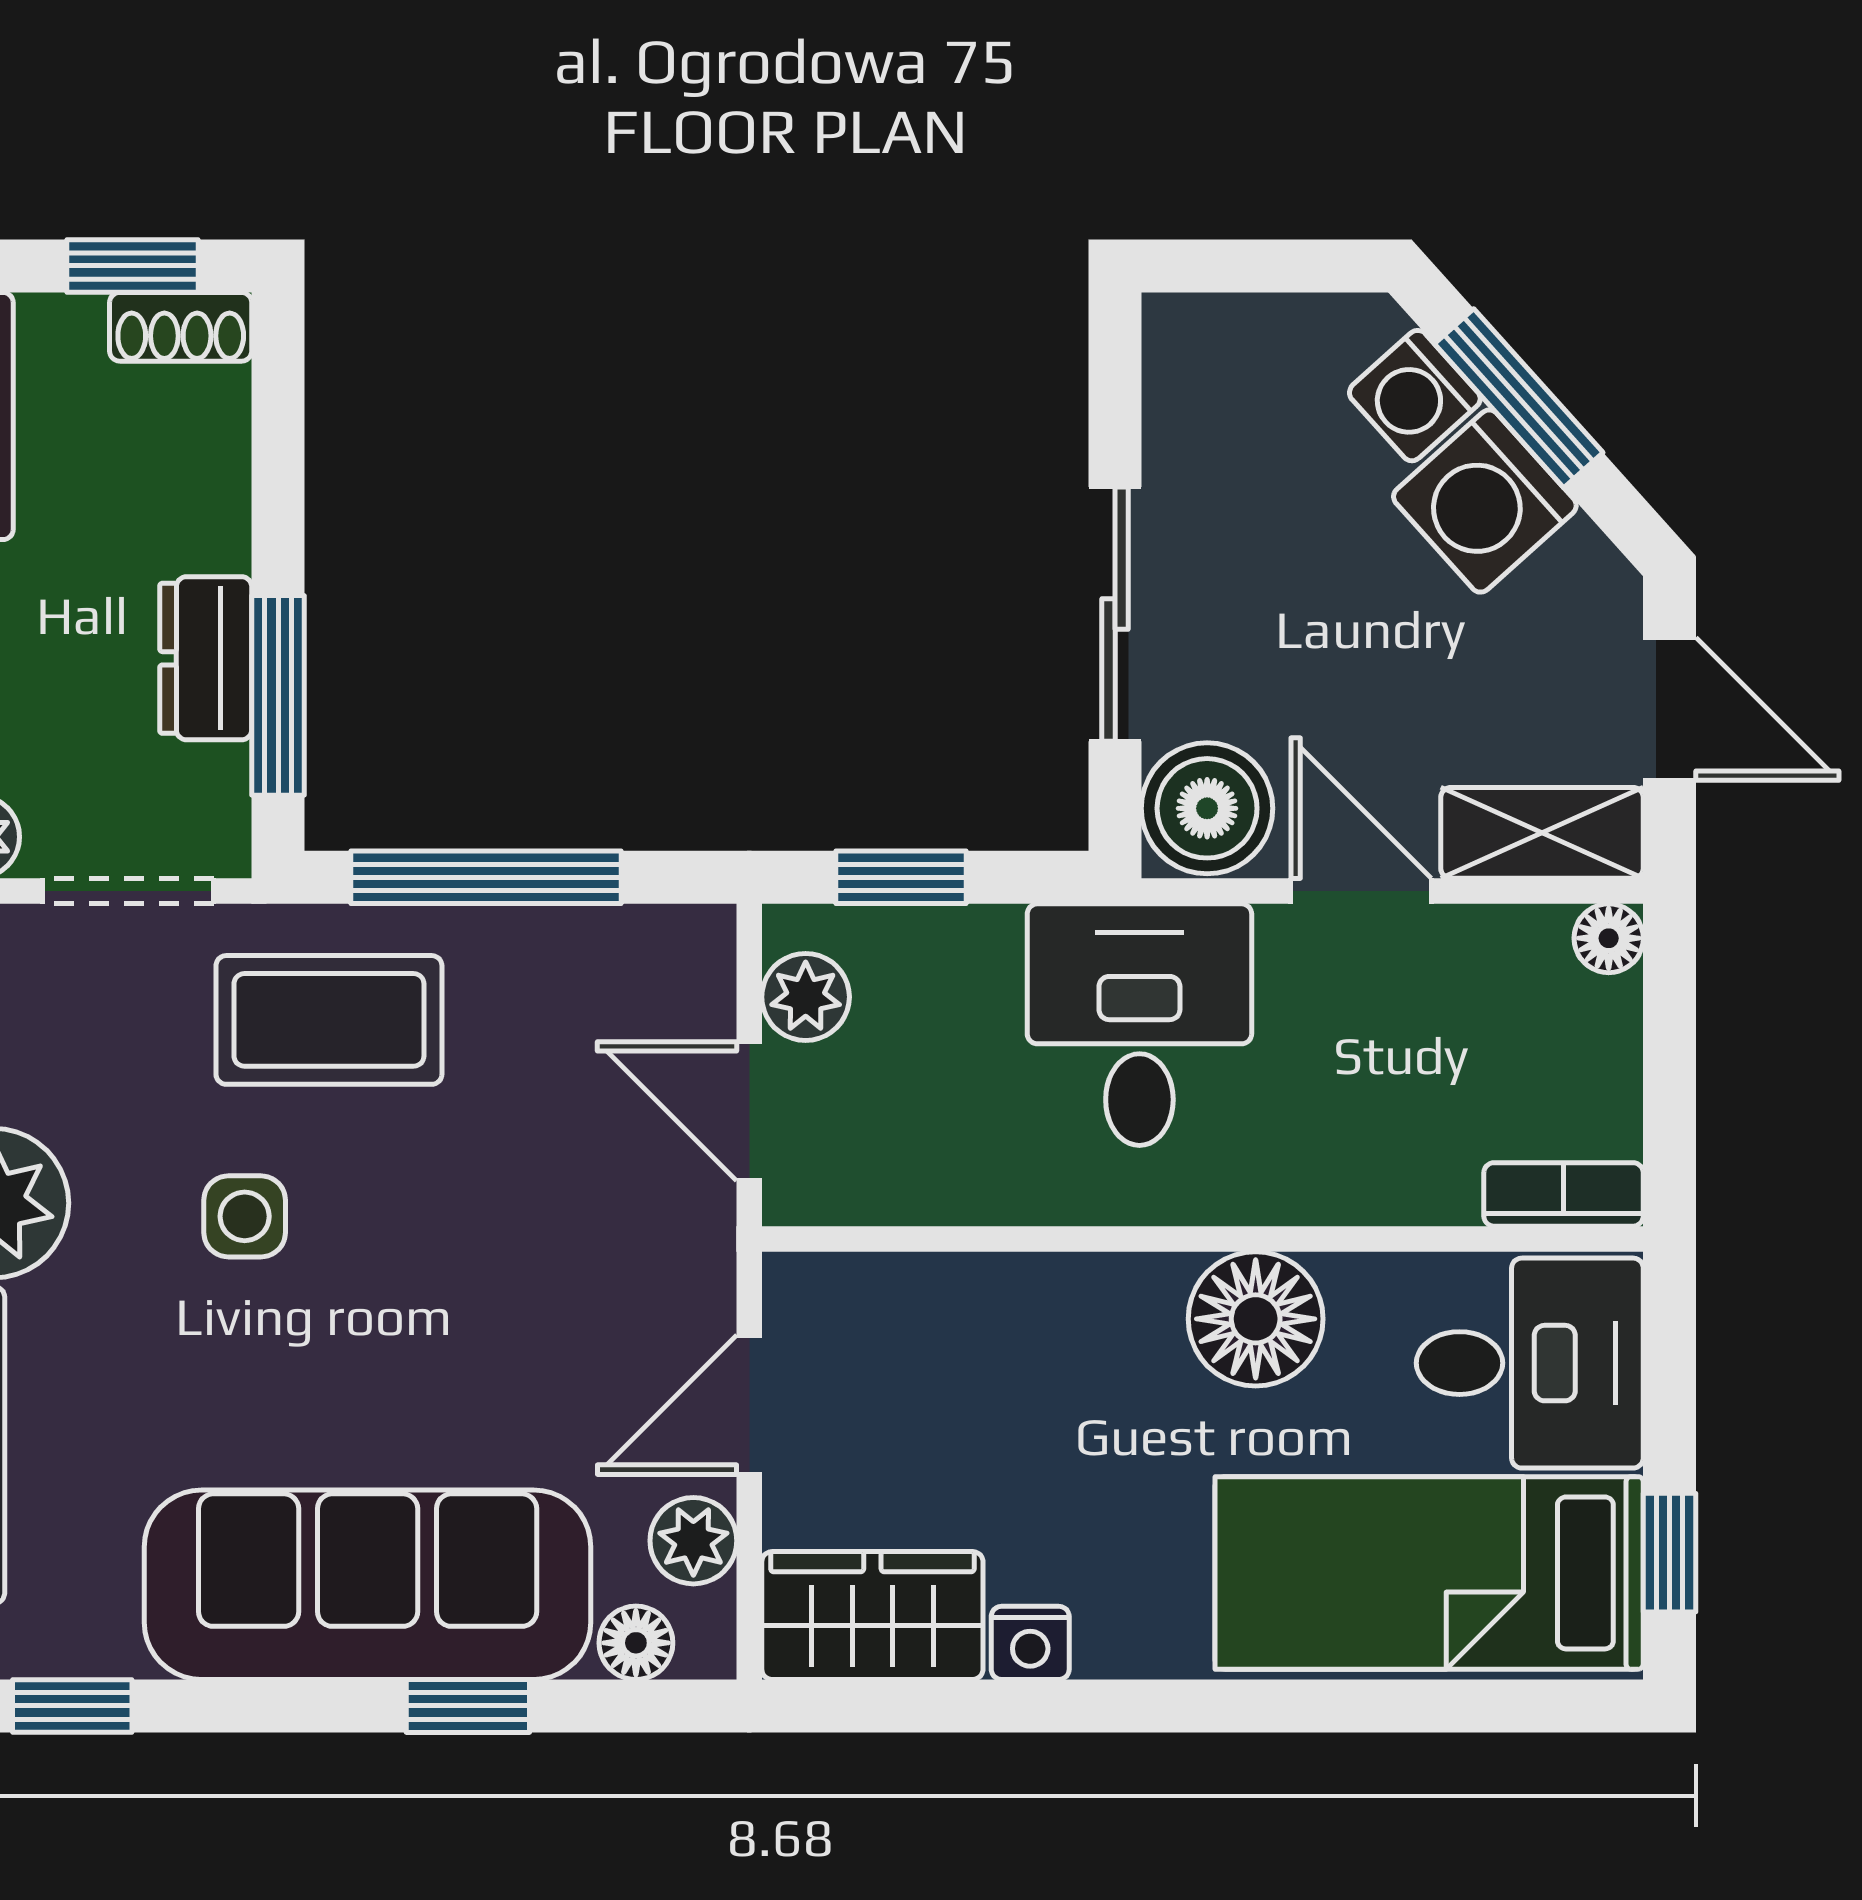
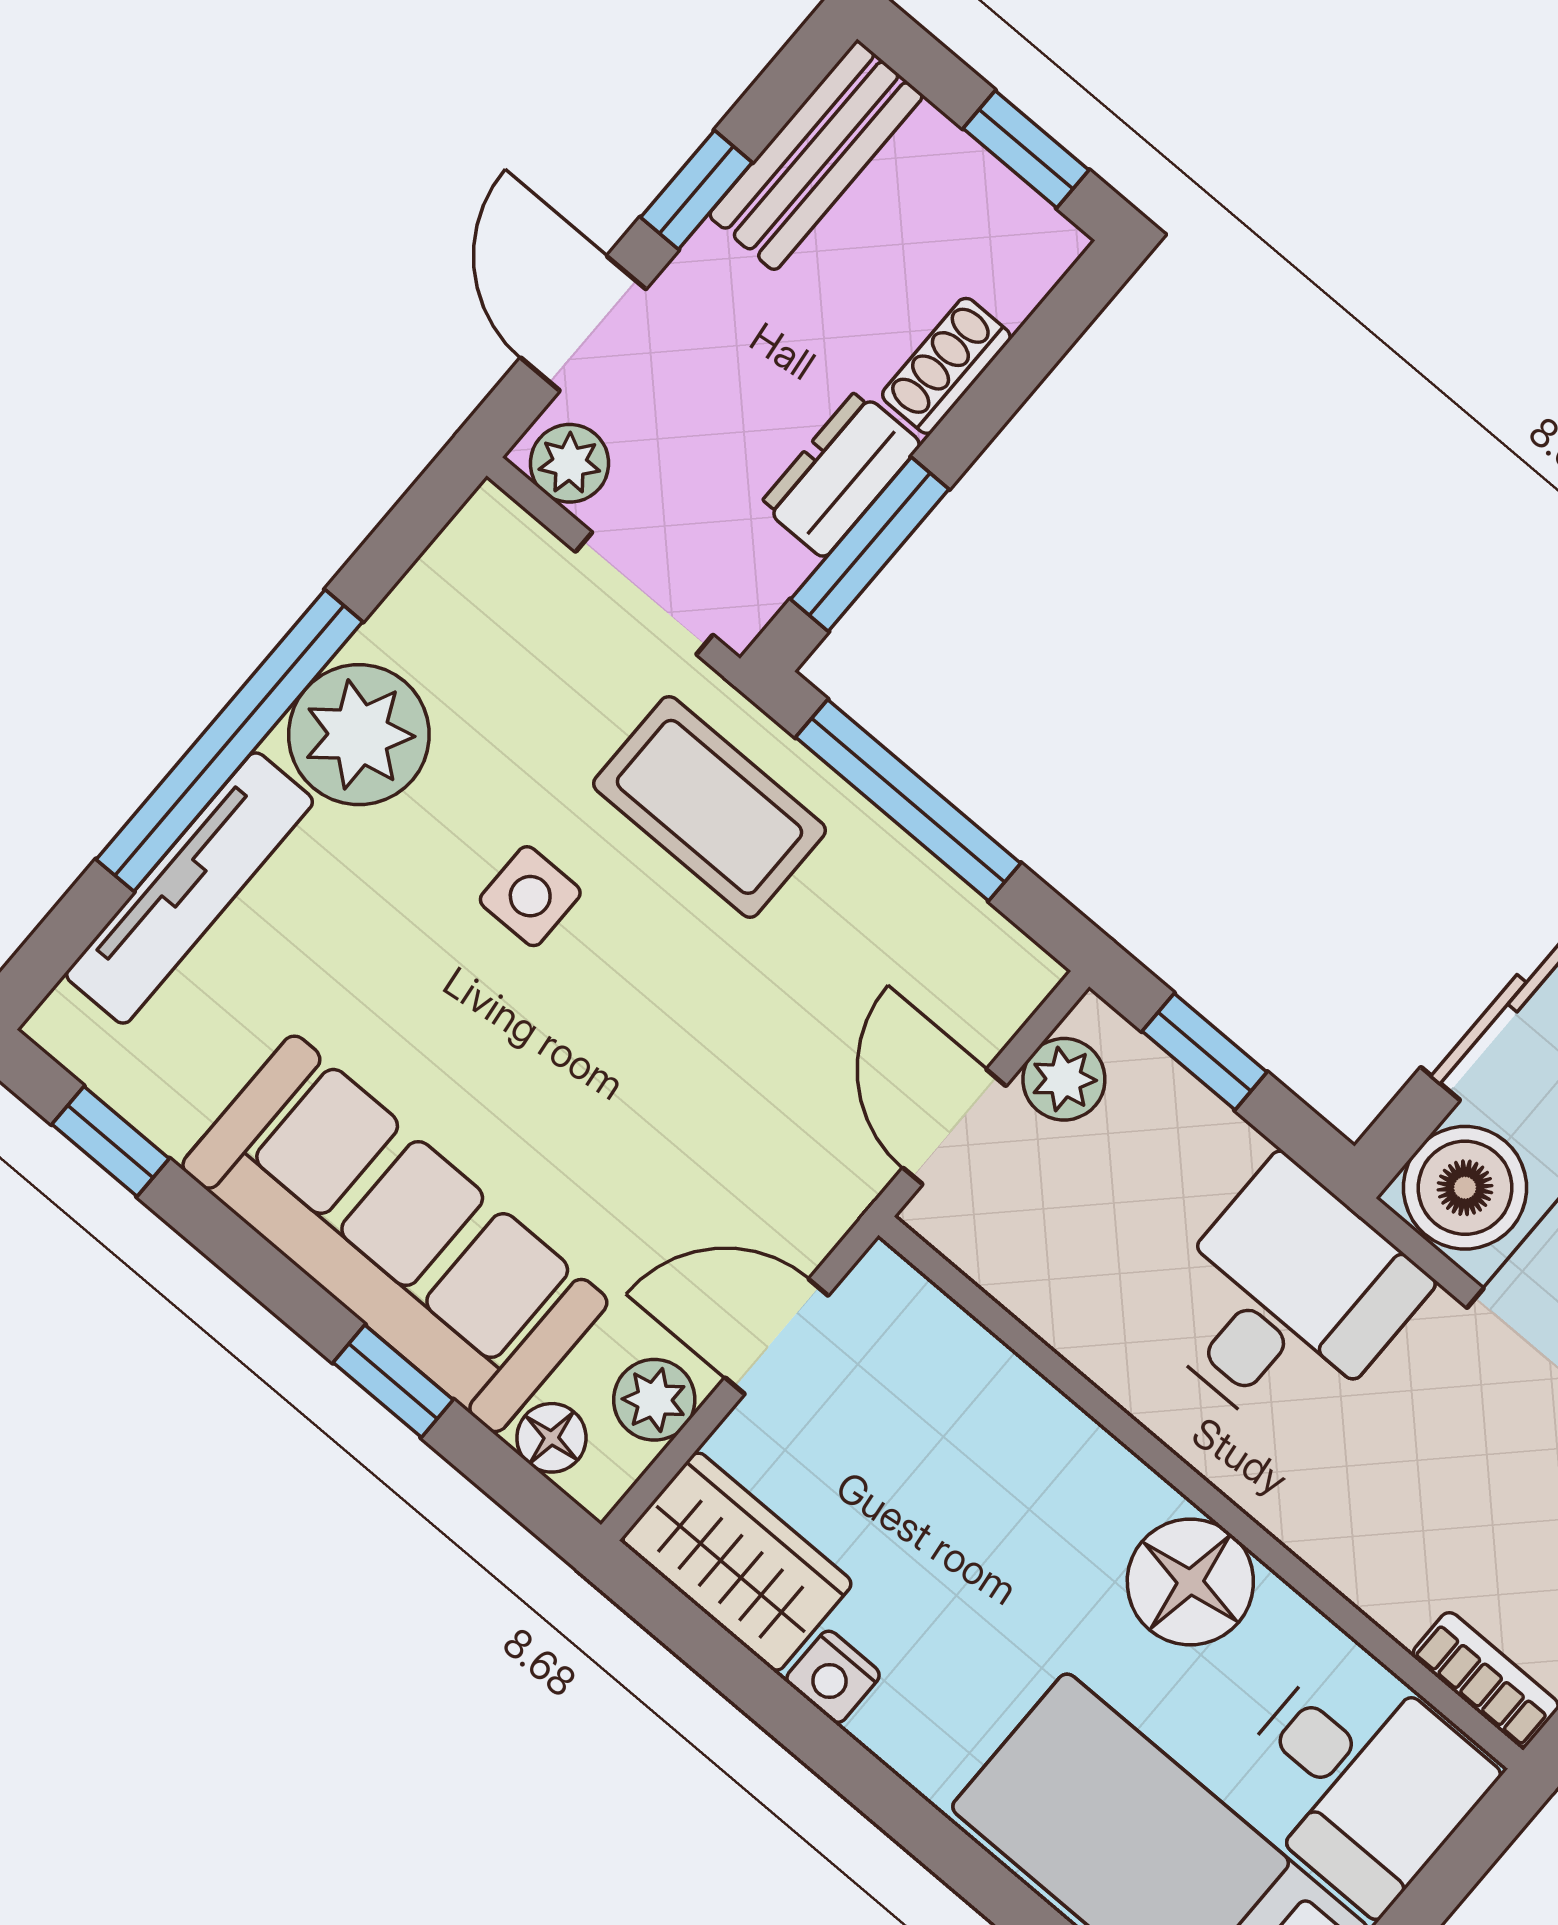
shoe rack: (181, 327) -> (946, 366), moved, turned 90

